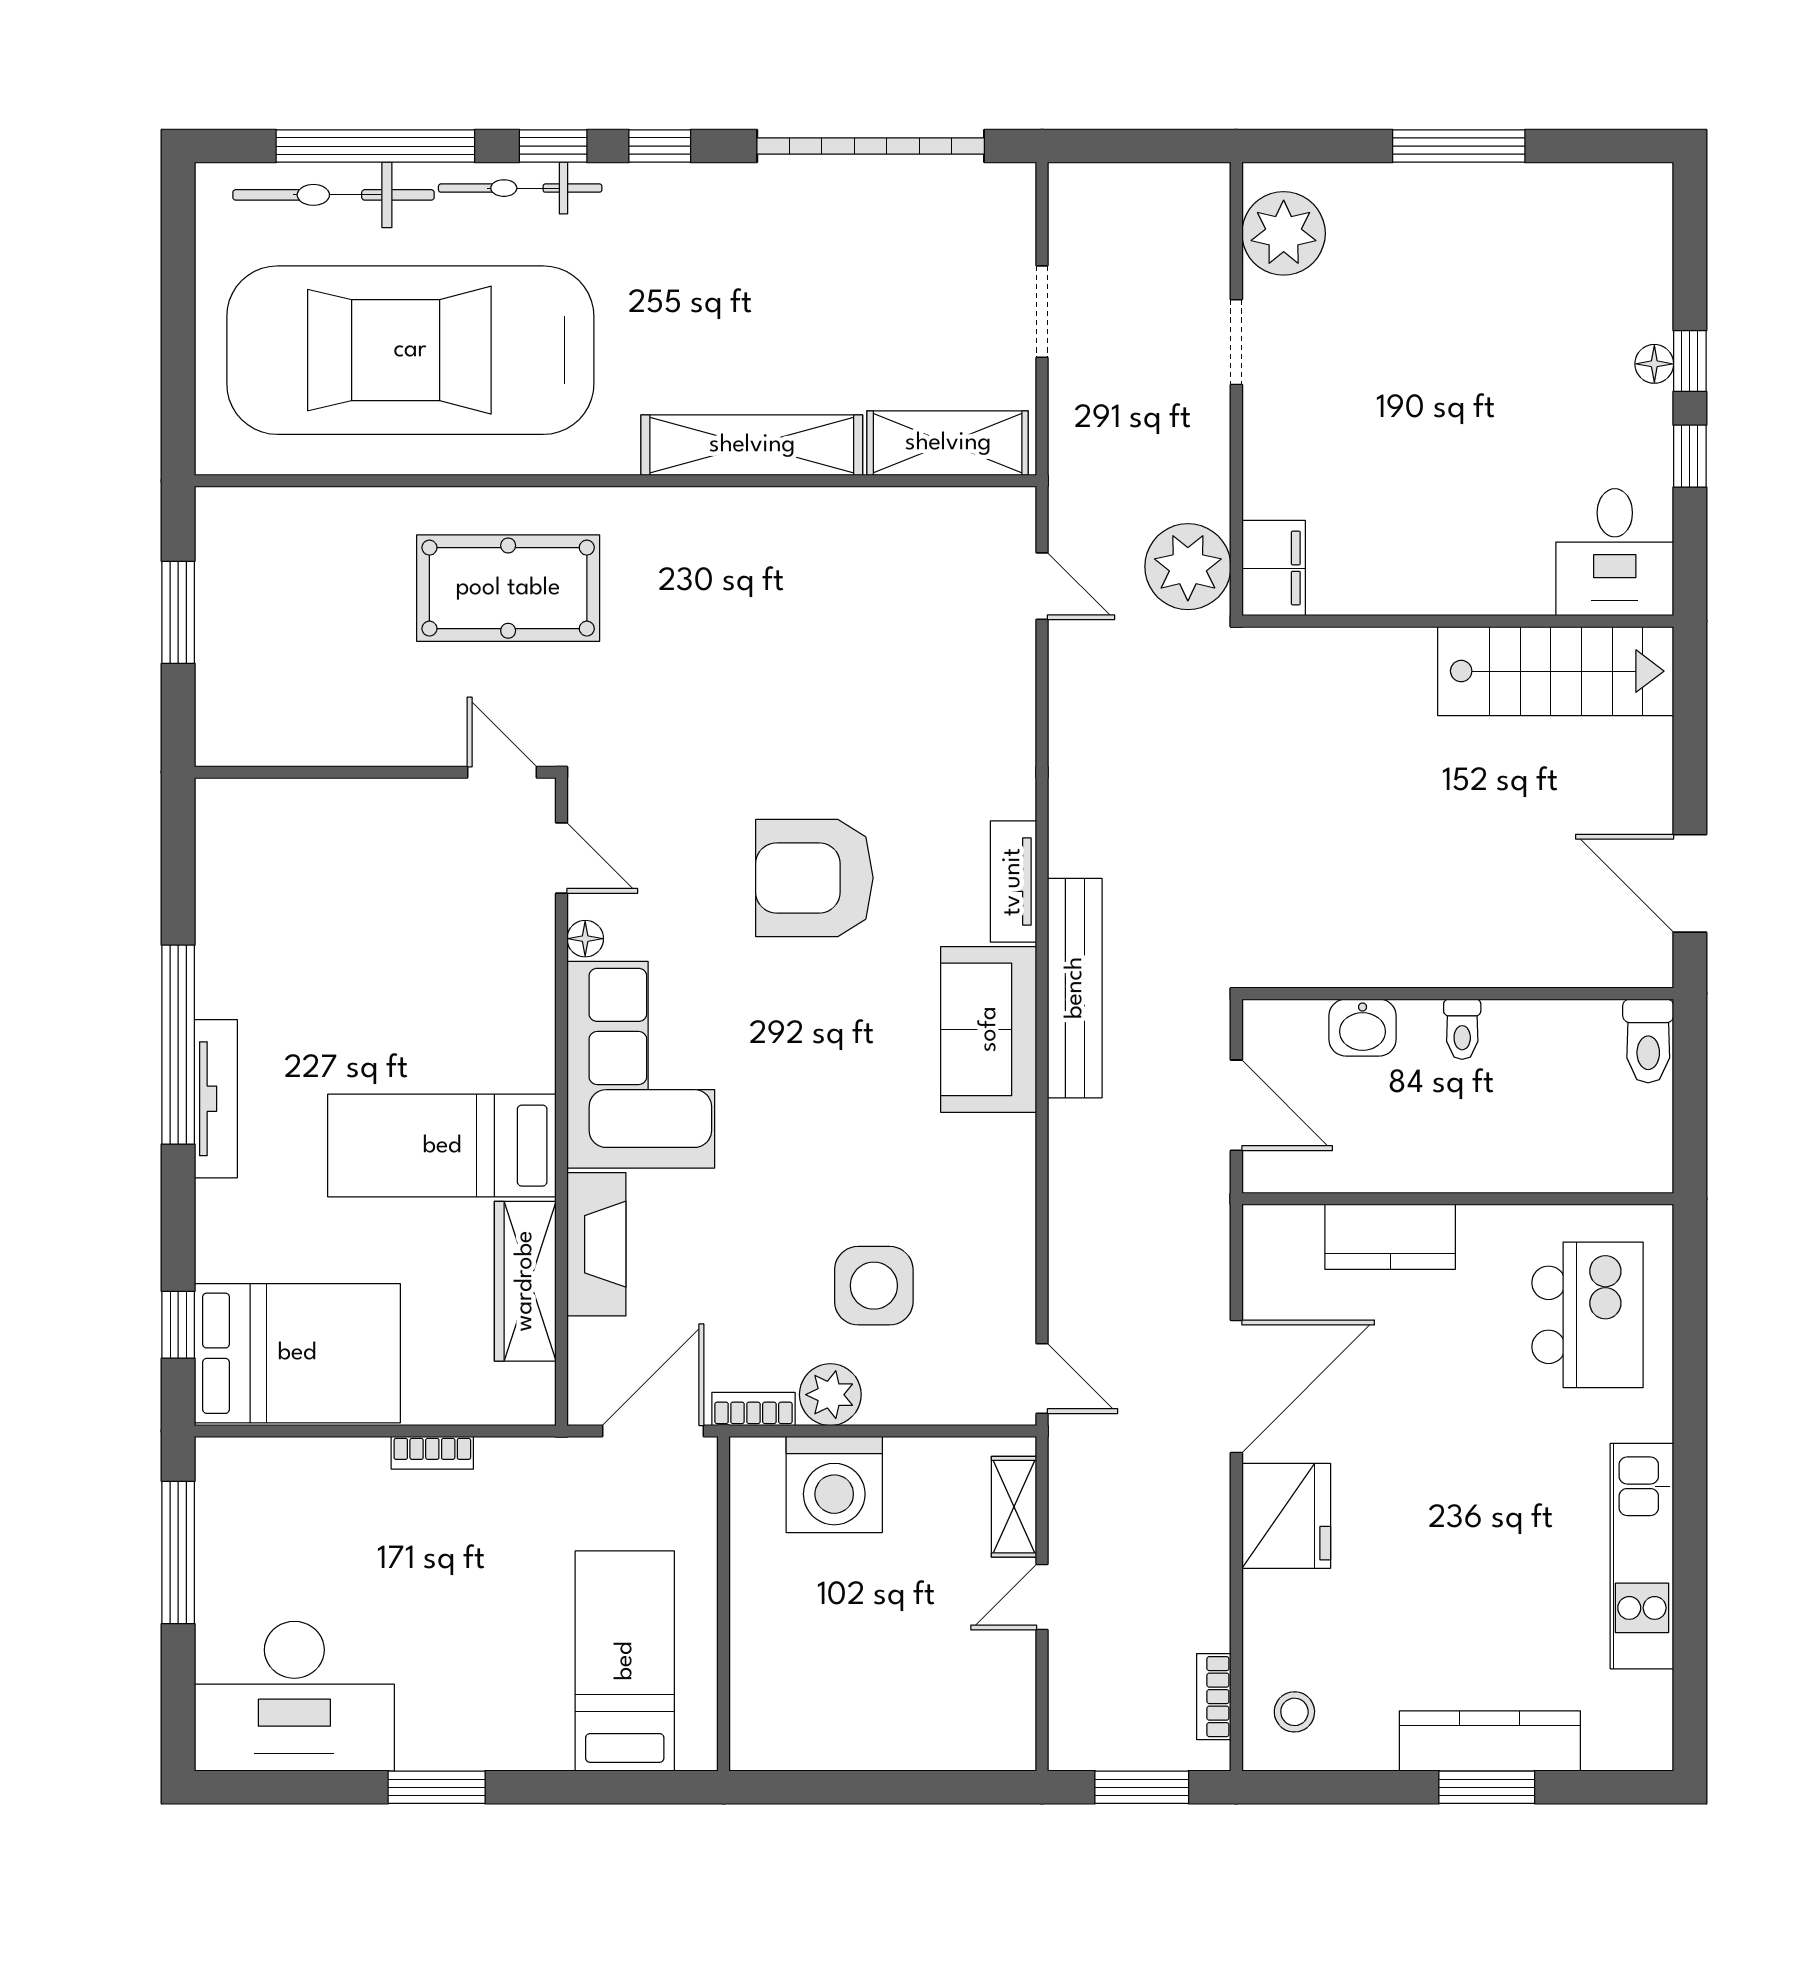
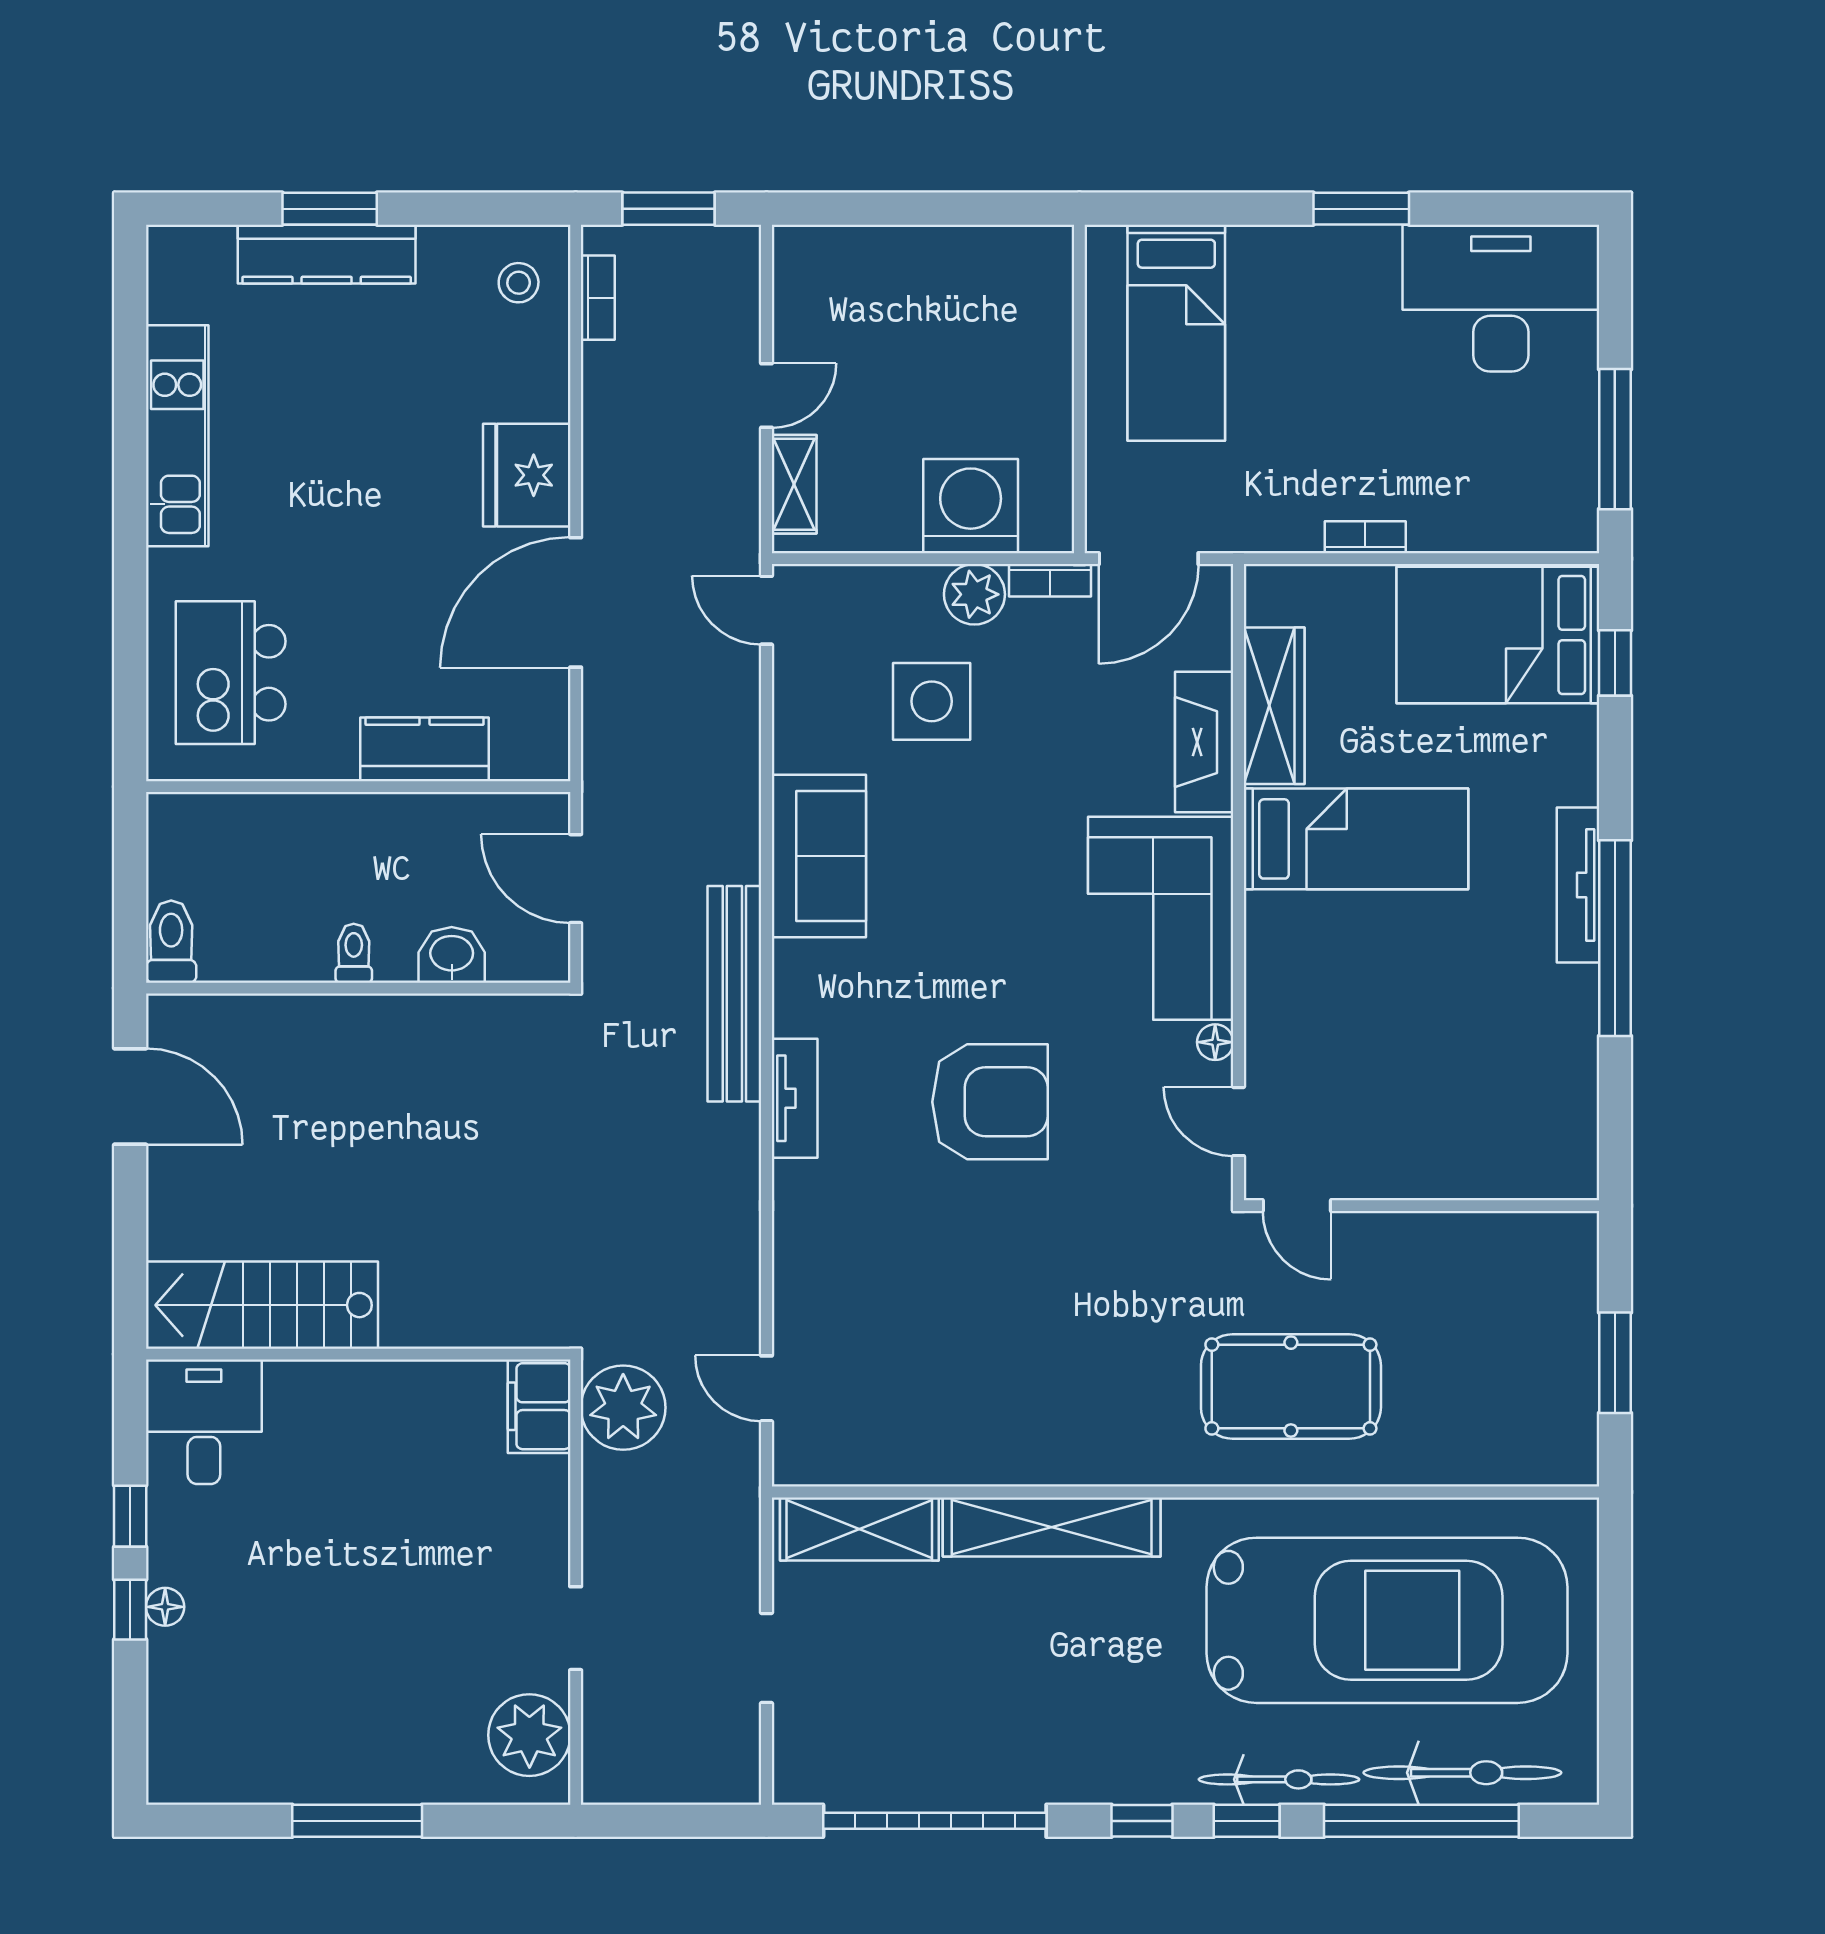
sofa: (989, 1029) -> (819, 856), moved

